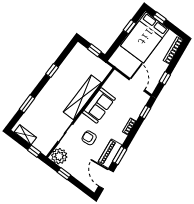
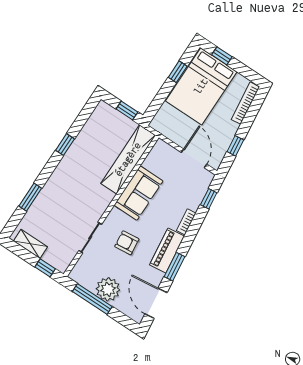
shelving: (82, 97) -> (128, 159), moved
piano: (110, 154) -> (167, 250), moved
plant: (59, 156) -> (108, 289), moved
window: (64, 174) -> (92, 299), width x2.17

